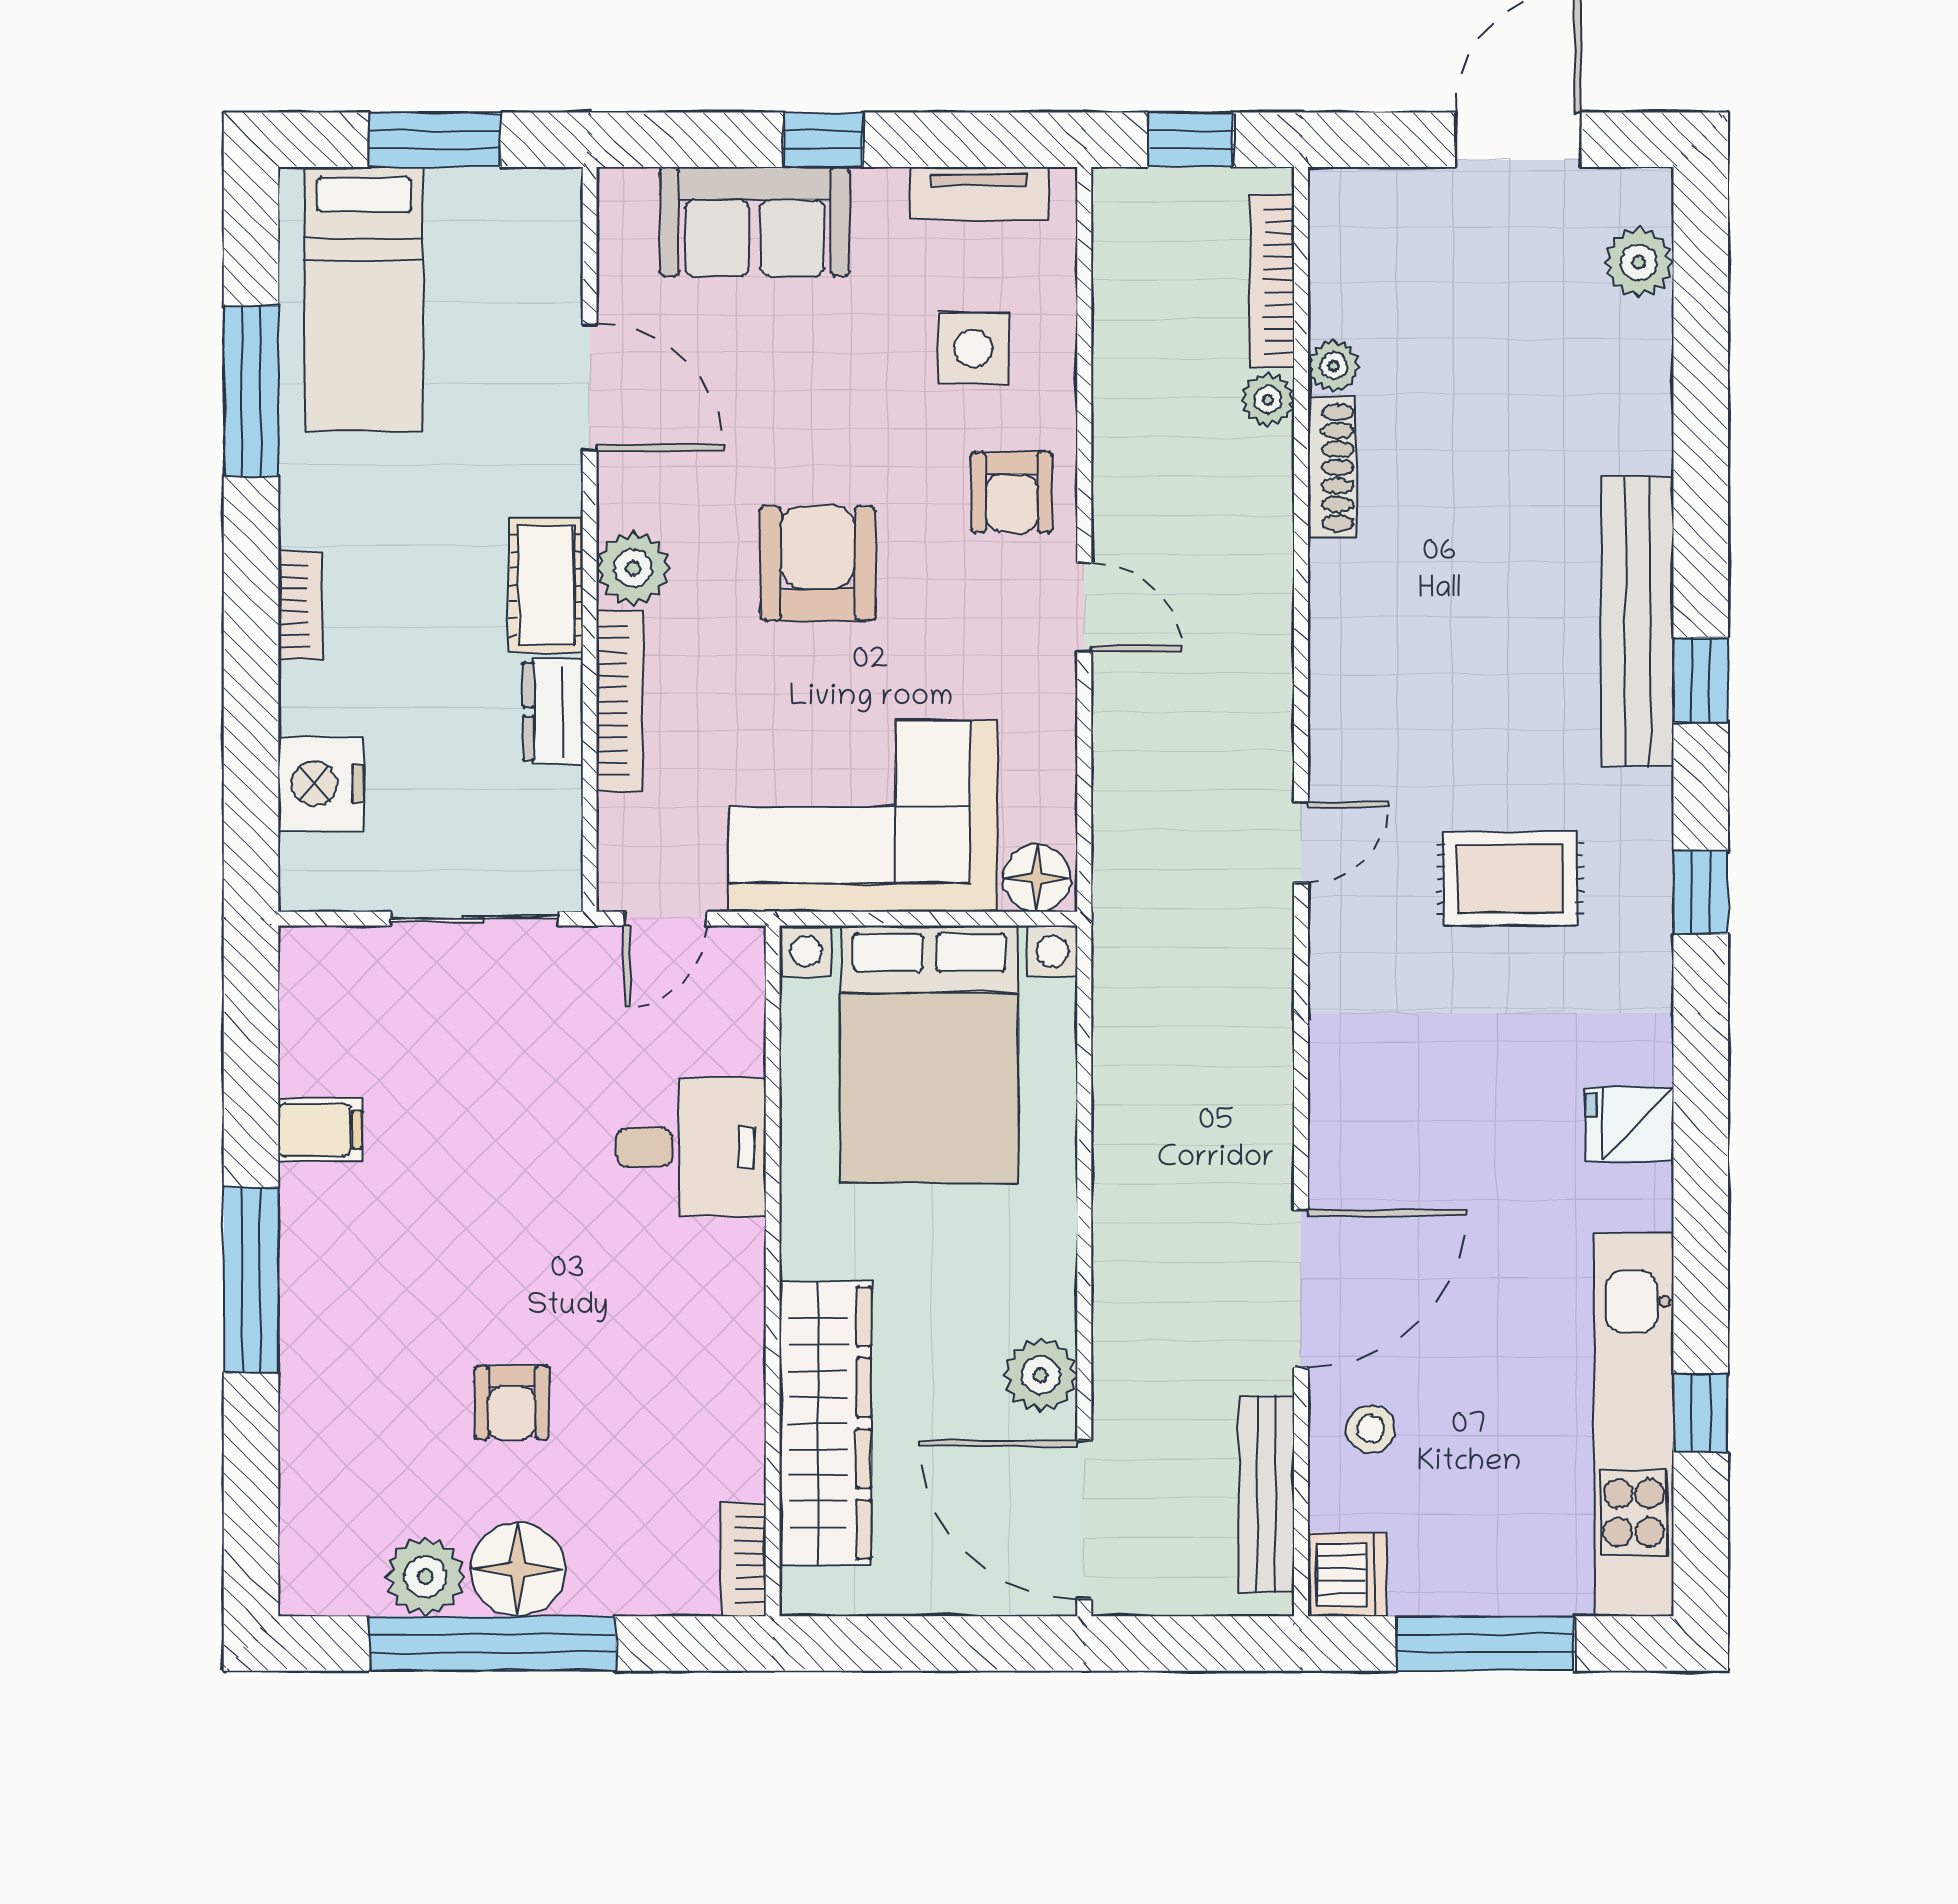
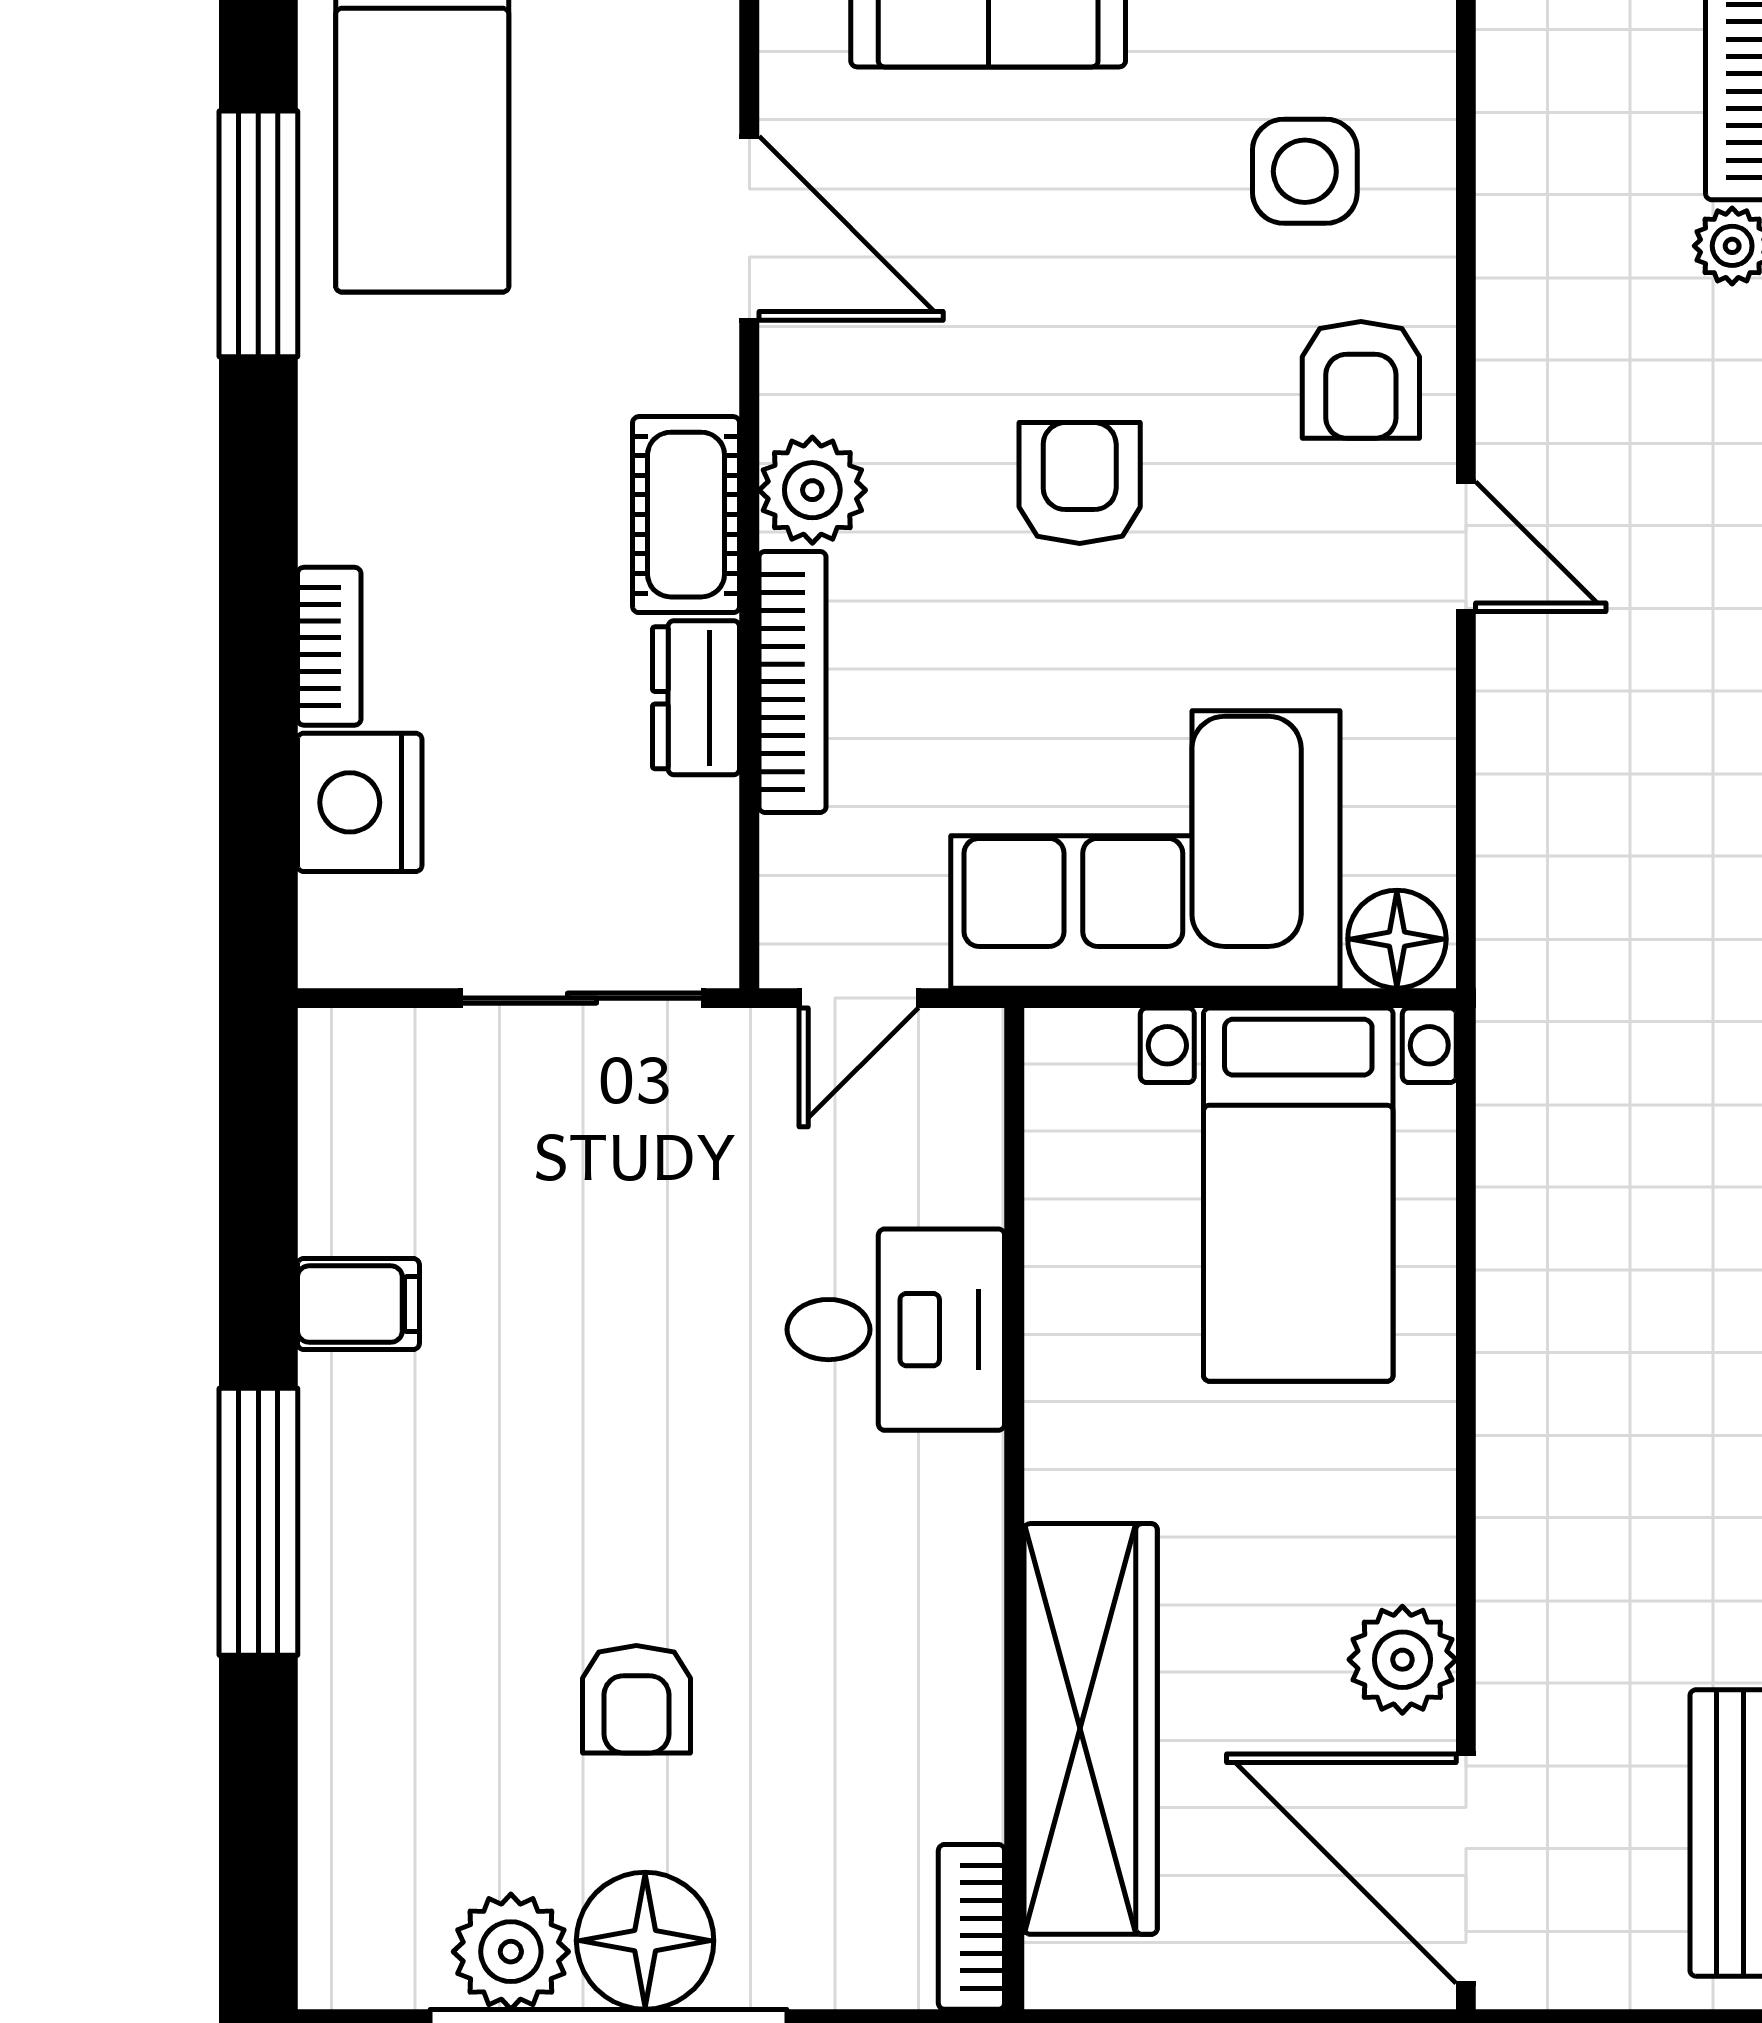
armchair: (818, 563) -> (1080, 483), width x0.72, depth x0.72
bookcase: (300, 606) -> (329, 646), moved
bed with nightstands: (929, 1054) -> (1298, 1195), width x0.73

